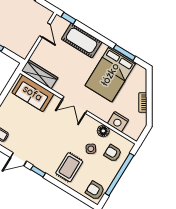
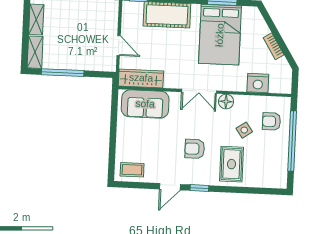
door: (45, 30) -> (119, 46), moved
floor lamp: (103, 131) -> (226, 102), moved
armchair: (95, 190) -> (195, 149), moved

